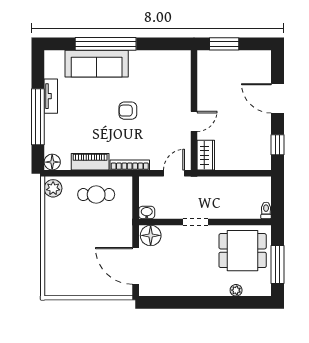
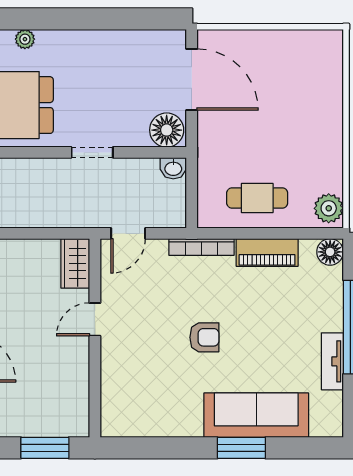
window: (106, 44) -> (241, 448), width x0.47

